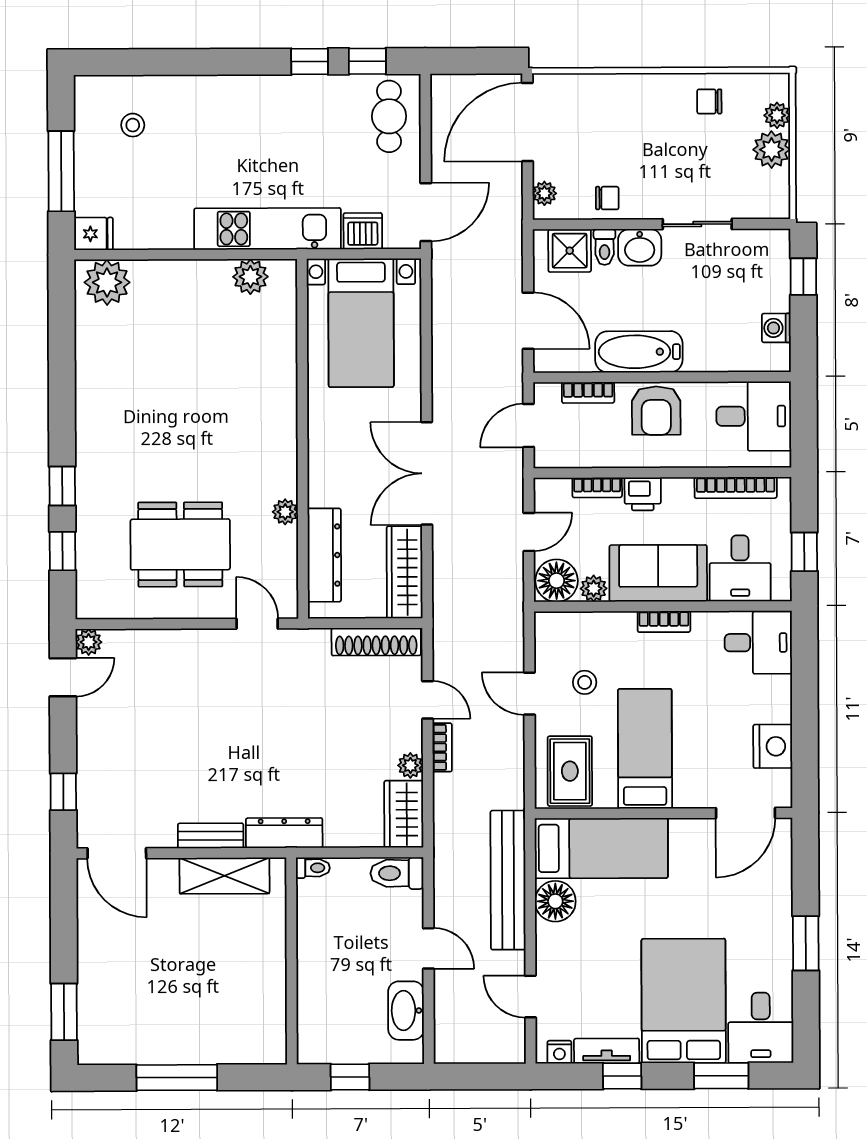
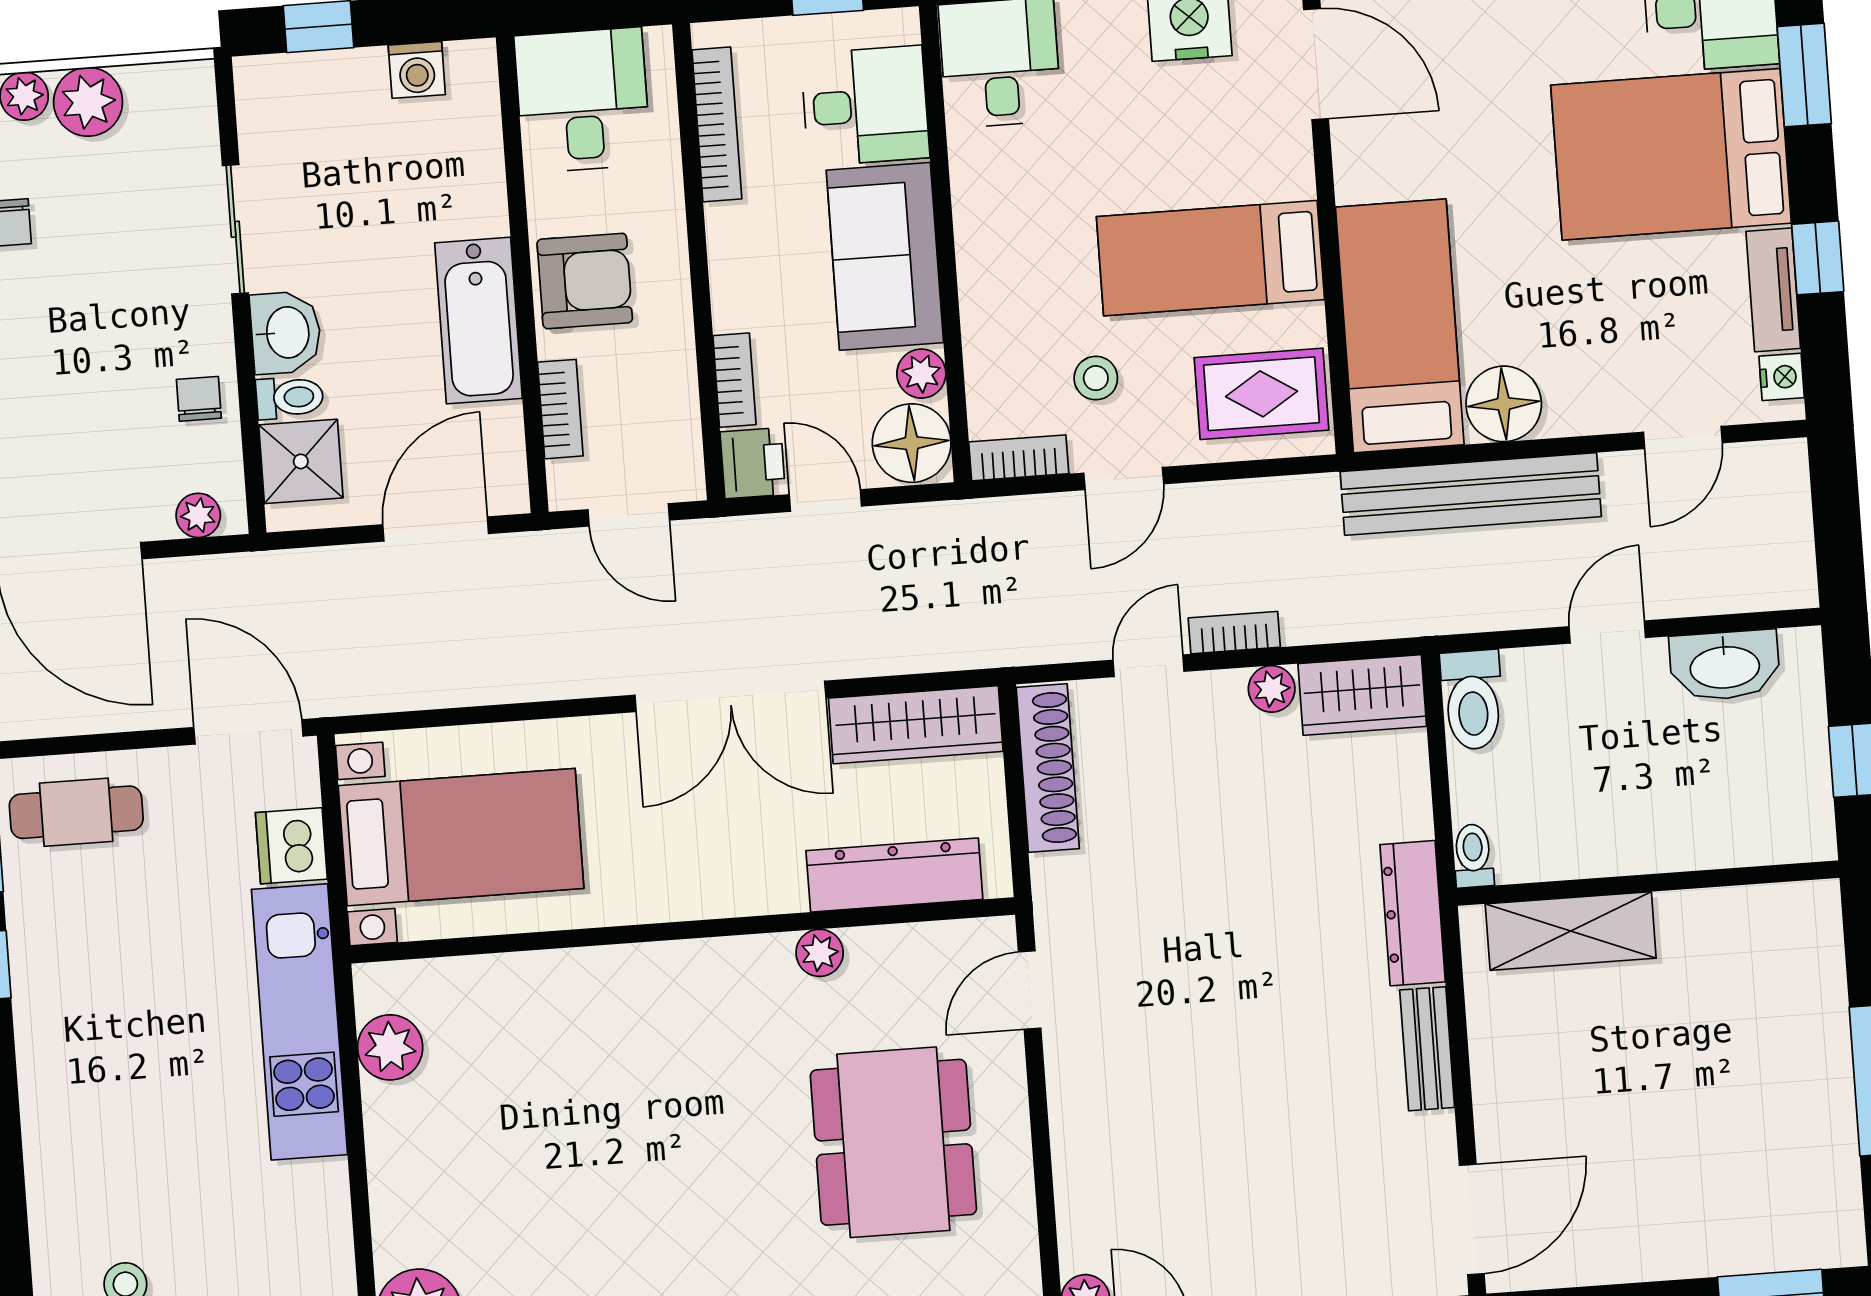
printer: (643, 494) -> (753, 463), moved
bookcase: (664, 622) -> (1019, 458), moved, turned -90
shelving: (224, 876) -> (1571, 931), moved, turned 90

